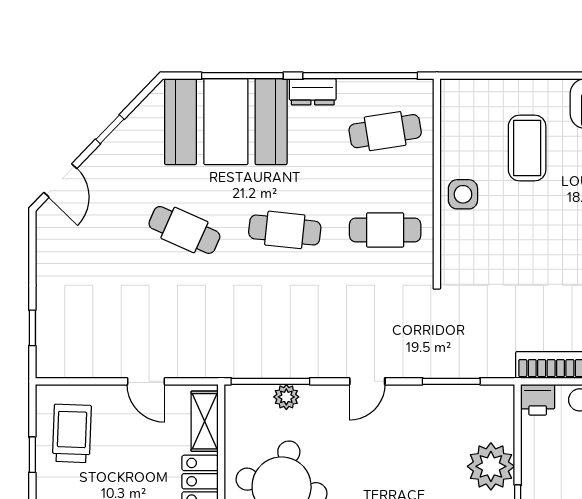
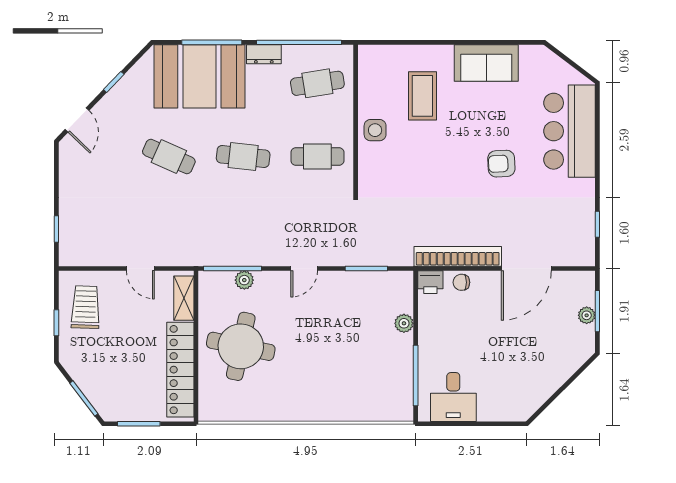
plant: (491, 466) -> (404, 323), width x0.53, depth x0.53

